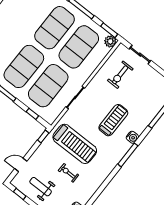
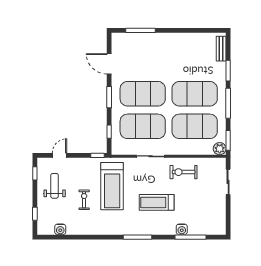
exercise bike: (120, 75) -> (184, 172), moved
treadmill: (113, 120) -> (157, 202), turned 180
water cooler: (132, 137) -> (182, 229), moved
door: (21, 165) -> (60, 155), hinge flipped

